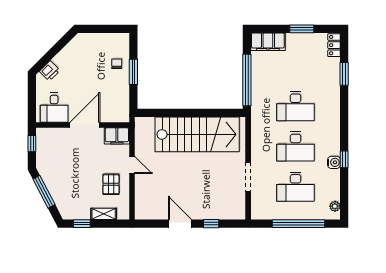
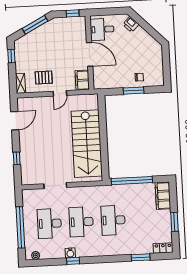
shelving: (104, 214) -> (20, 83), moved
door: (180, 224) -> (15, 121), moved

